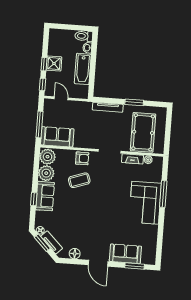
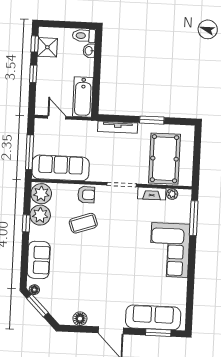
shower: (54, 64) -> (47, 47), moved
bathtub: (83, 69) -> (83, 97), moved
window: (42, 84) -> (35, 44), moved
sofa: (57, 137) -> (61, 168), width x1.36
window: (163, 194) -> (194, 218), moved
sofa: (45, 196) -> (39, 260), moved
window: (34, 199) -> (26, 223), moved
tv unit: (52, 242) -> (50, 305), removed
sofa: (125, 254) -> (153, 317), width x1.36

